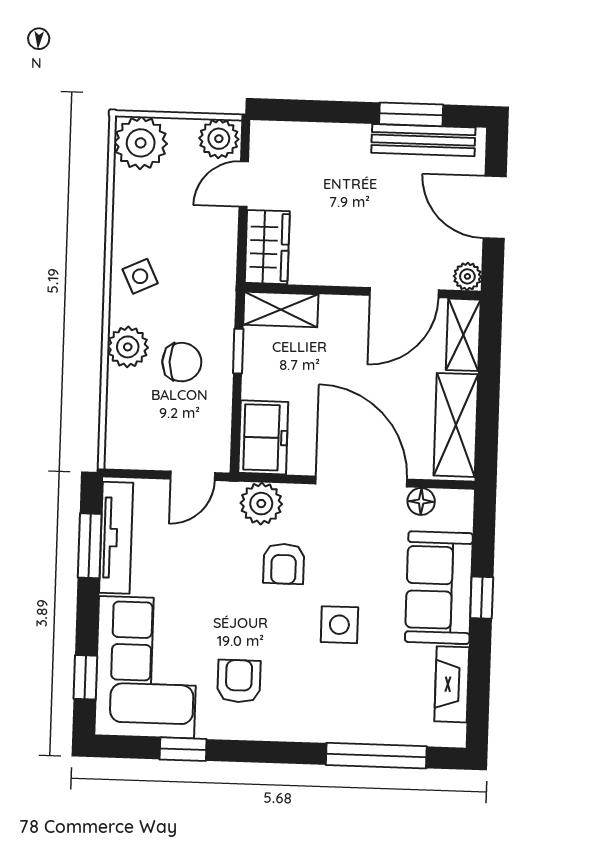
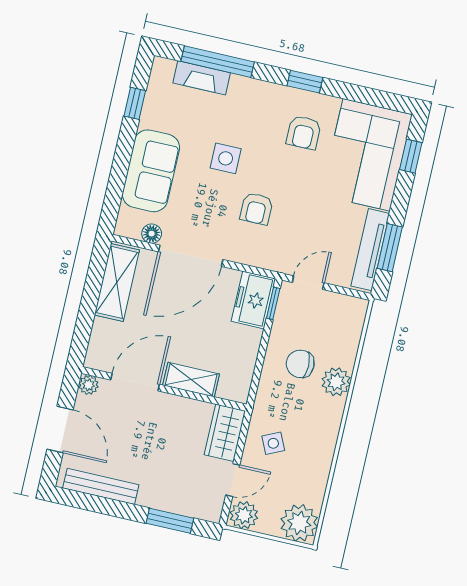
window: (411, 114) -> (170, 521), moved
side table: (140, 276) -> (273, 443), moved
shelving: (281, 310) -> (191, 380), moved
shelving: (463, 335) -> (99, 345), removed
window: (238, 351) -> (273, 303), moved
door: (361, 481) -> (191, 256), hinge flipped
plant: (261, 504) -> (264, 254), removed
armchair: (284, 564) -> (256, 209), turned 180
window: (482, 598) -> (135, 103), moved
fireplace: (452, 684) -> (202, 78), moved, turned 90
window: (183, 749) -> (305, 82), moved

